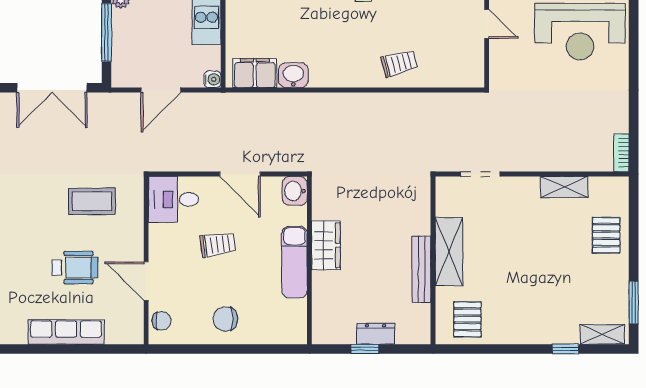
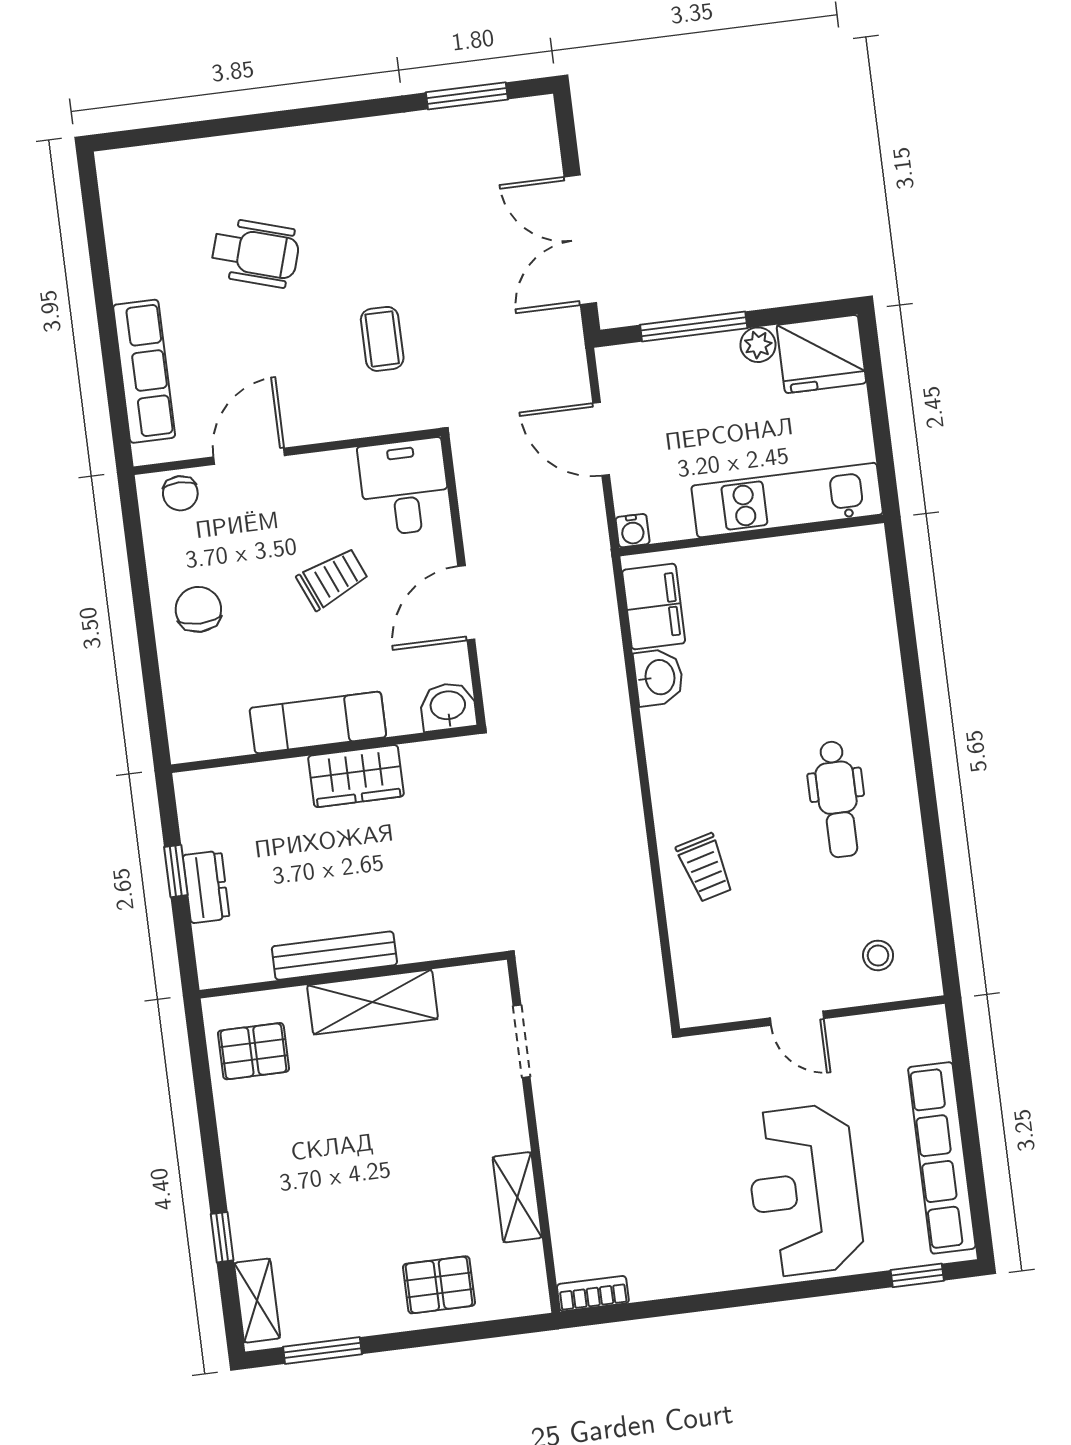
door: (487, 24) -> (797, 1018), hinge flipped
coffee table: (92, 201) -> (382, 339), width x0.73, depth x0.77
trolley: (218, 245) -> (332, 579), turned -105
wheelchair: (75, 268) -> (255, 253), moved, turned -73
row of seats: (66, 332) -> (144, 371), moved

